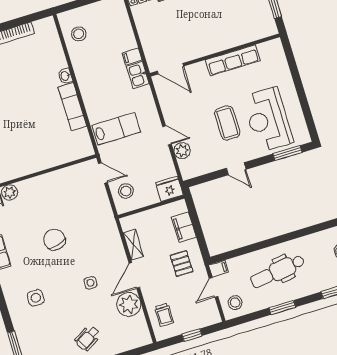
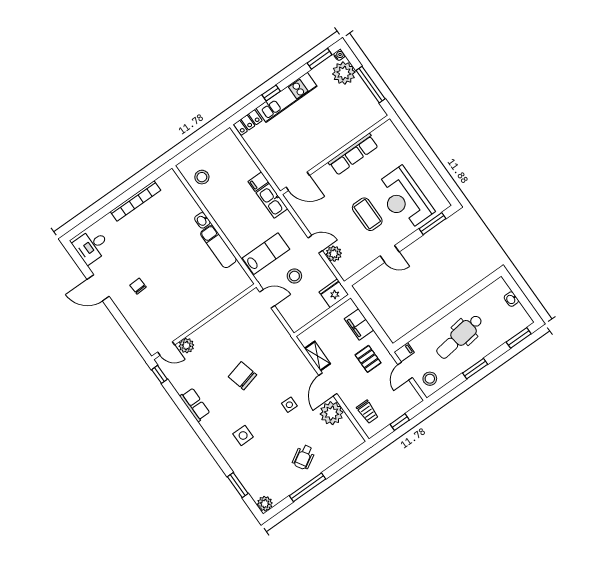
kitchen sink: (138, 75) -> (272, 201), width x1.38
stool: (126, 191) -> (294, 276), moved

